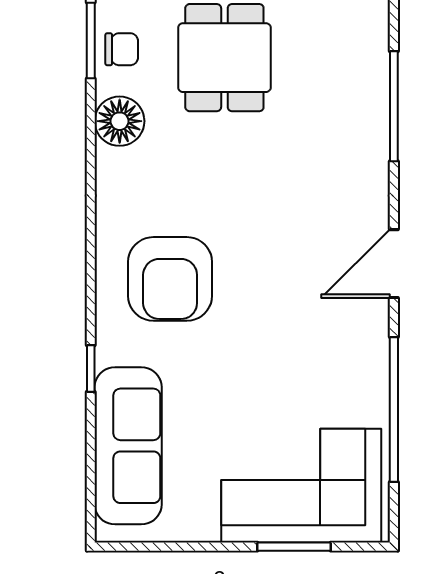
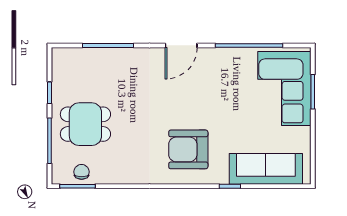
floor lamp: (120, 121) -> (115, 173), removed
door: (394, 264) -> (181, 45), hinge flipped
armchair: (170, 279) -> (188, 149), turned 180

